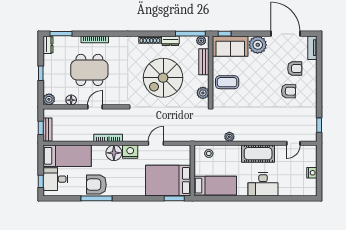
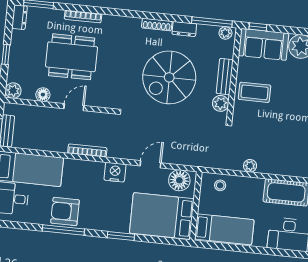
bench: (204, 62) -> (225, 77), moved
floor lamp: (114, 153) -> (179, 180), moved
window: (174, 198) -> (121, 236), moved

